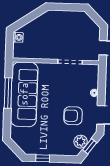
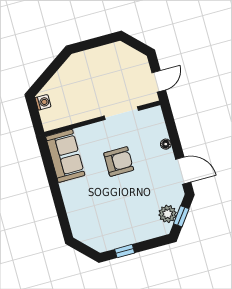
window: (8, 93) -> (52, 179), removed
sofa: (24, 94) -> (65, 156), width x0.54, depth x0.79
armchair: (73, 116) -> (119, 162), moved, turned 180

